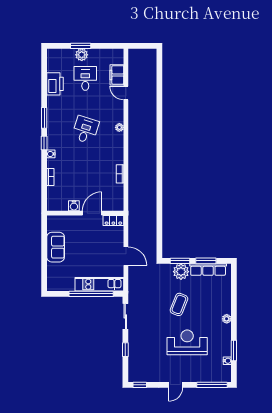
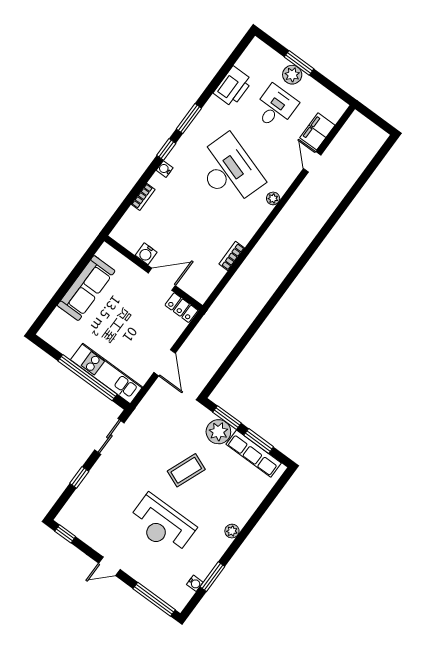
desk: (85, 130) -> (229, 170), width x1.87, depth x1.30
sofa: (56, 247) -> (86, 288), width x1.36
reception desk: (187, 342) -> (162, 524), turned 180

